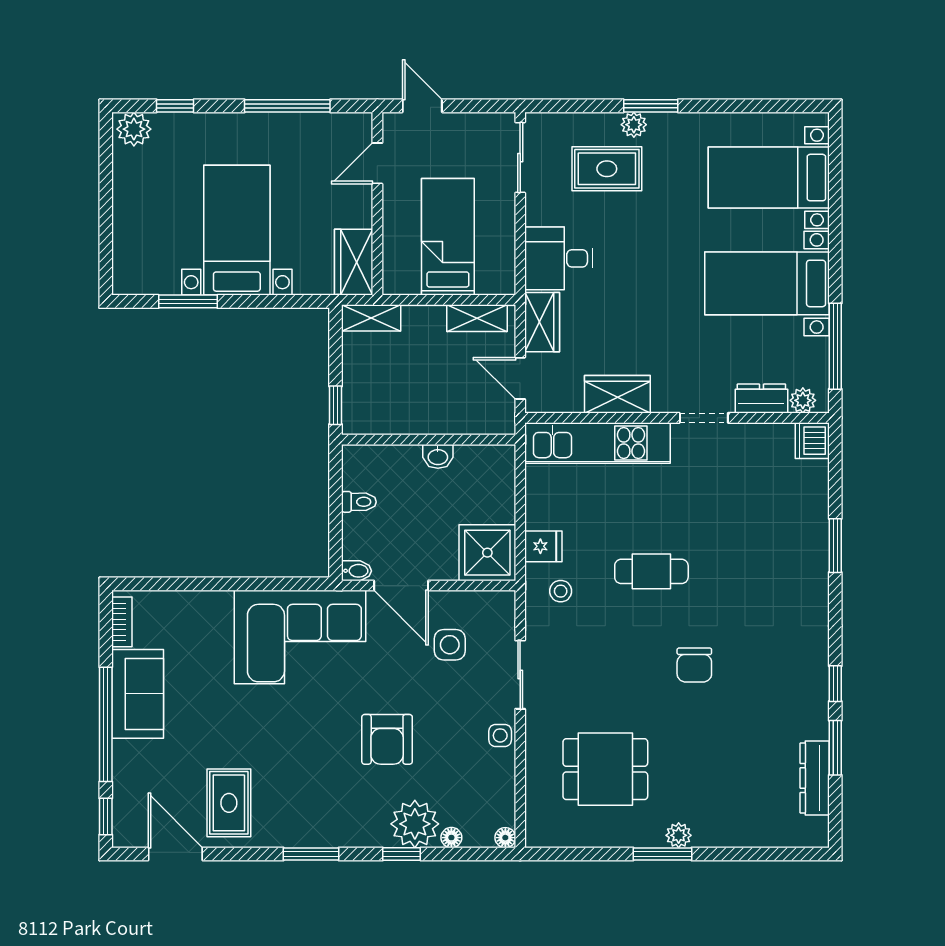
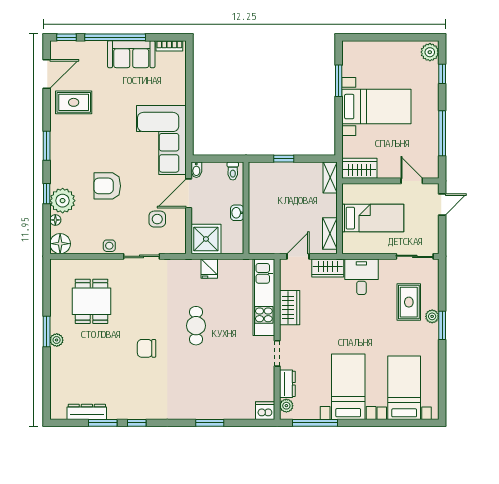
wall: (429, 440) -> (246, 208), moved
washbasin: (438, 456) -> (237, 213), moved
stool: (561, 591) -> (186, 278), removed
floor lamp: (505, 838) -> (60, 244), width x1.89, depth x1.89

